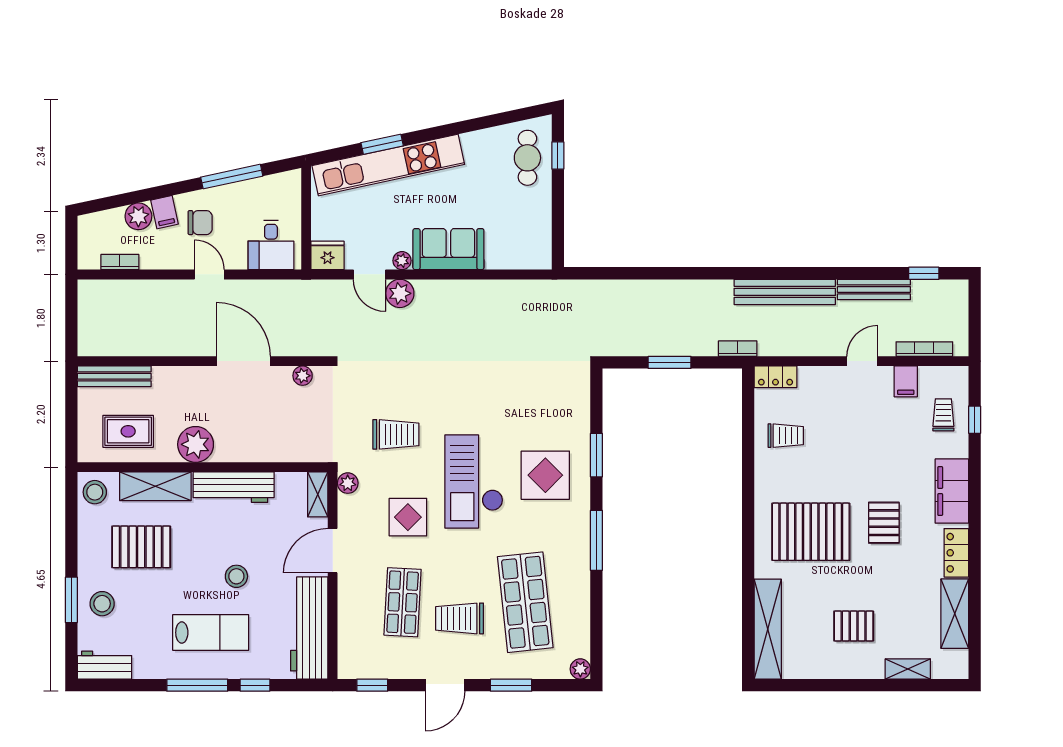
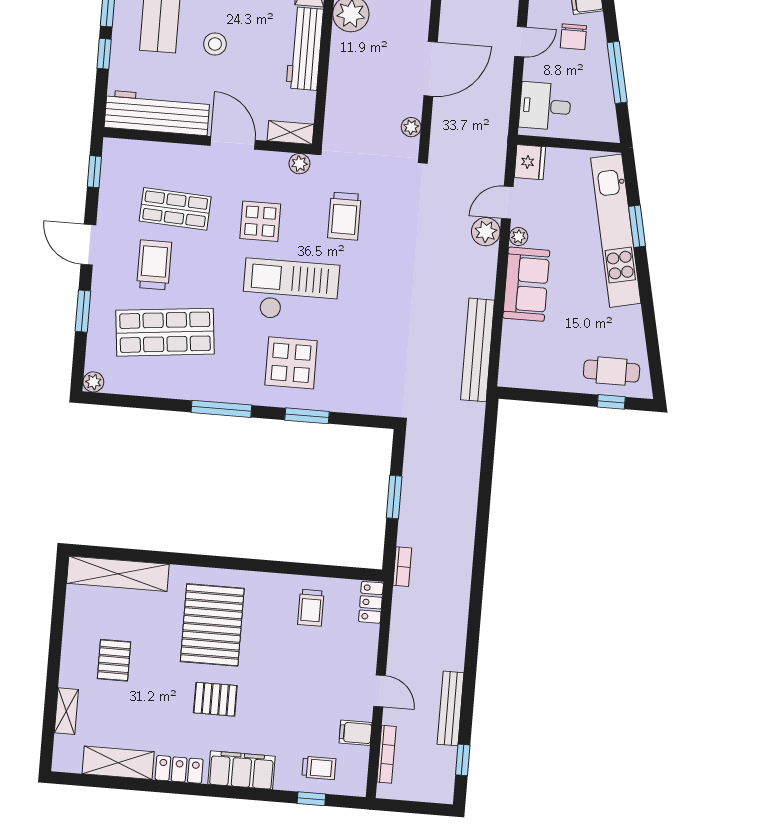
bench: (785, 292) -> (478, 350), moved

